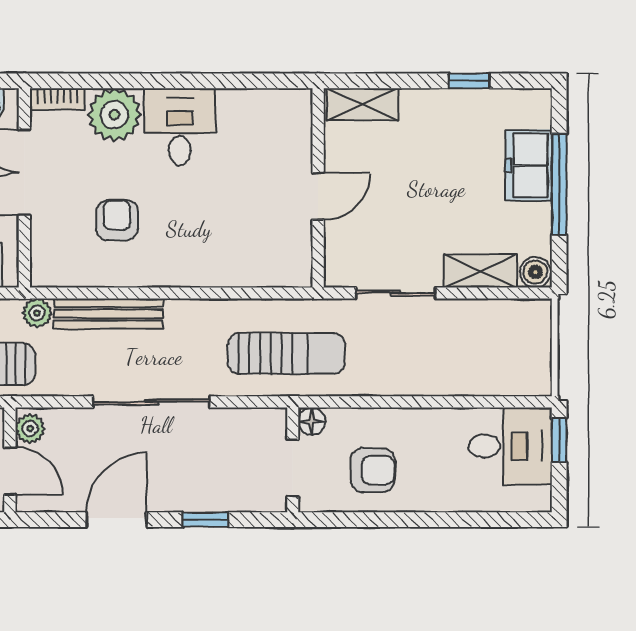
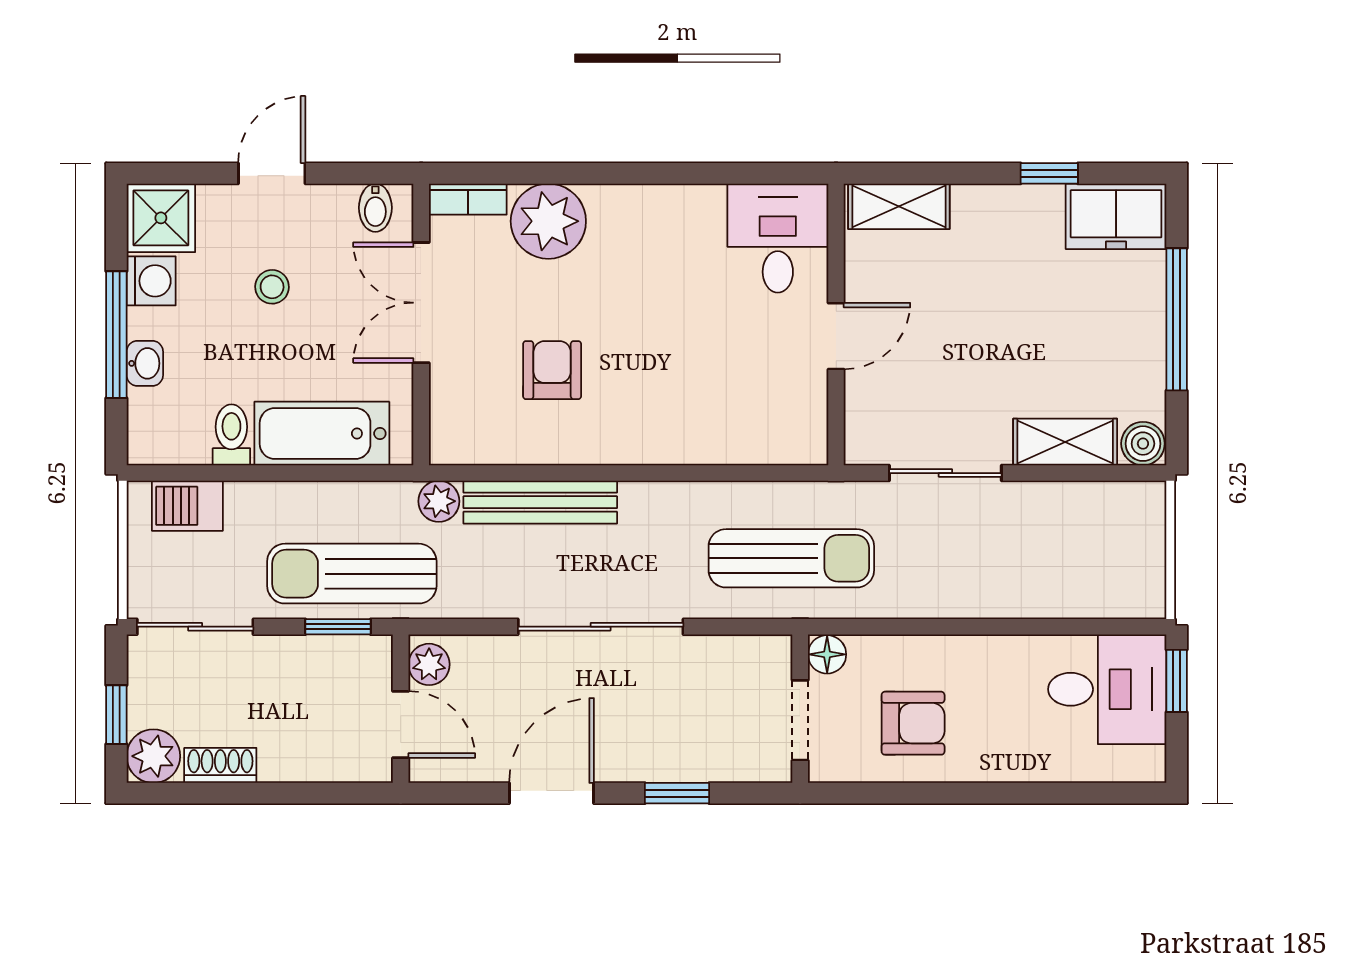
desk: (180, 127) -> (778, 238), moved
freezer: (529, 165) -> (1116, 216), moved, turned -90

